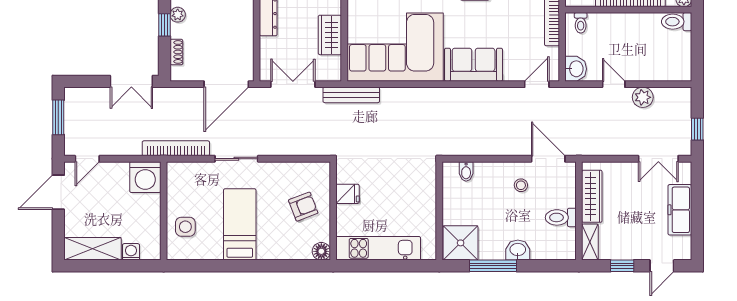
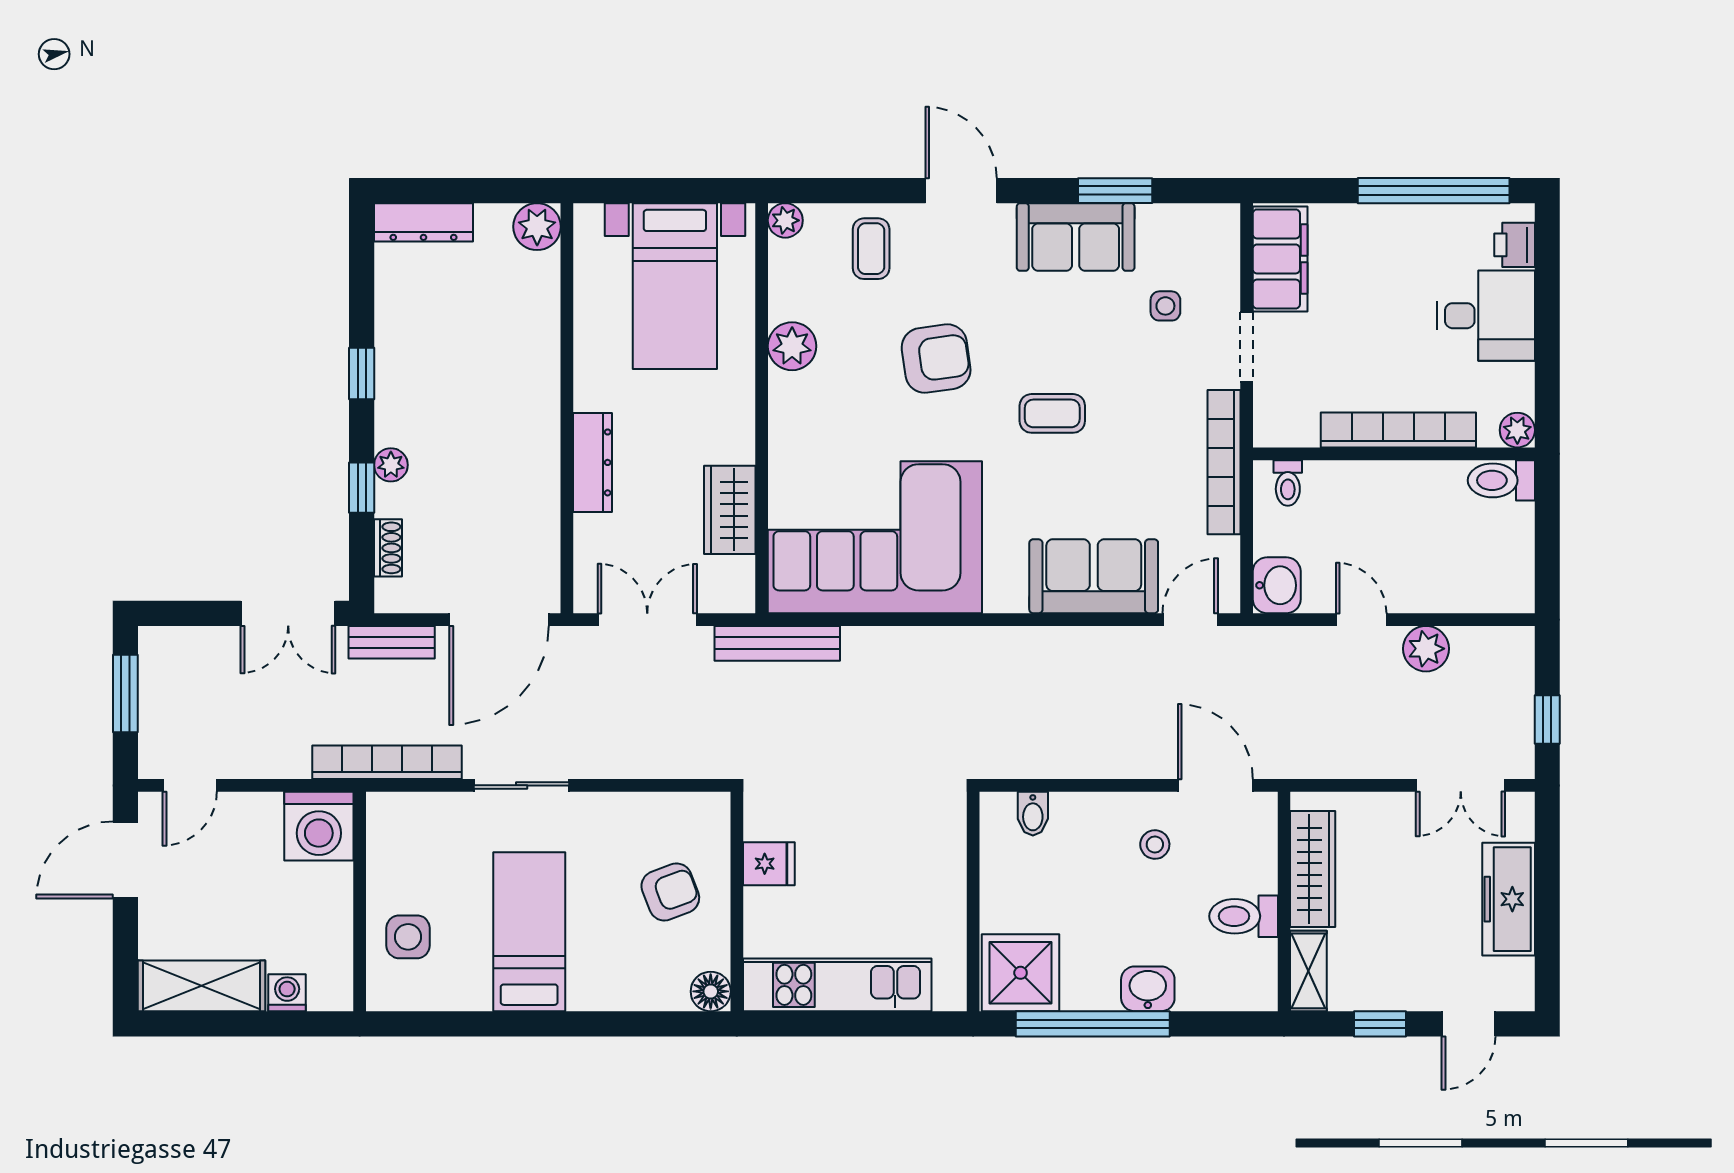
sofa: (474, 65) -> (1094, 576), moved
bench: (178, 94) -> (392, 642), added
window: (493, 266) -> (1093, 1024), width x1.46

